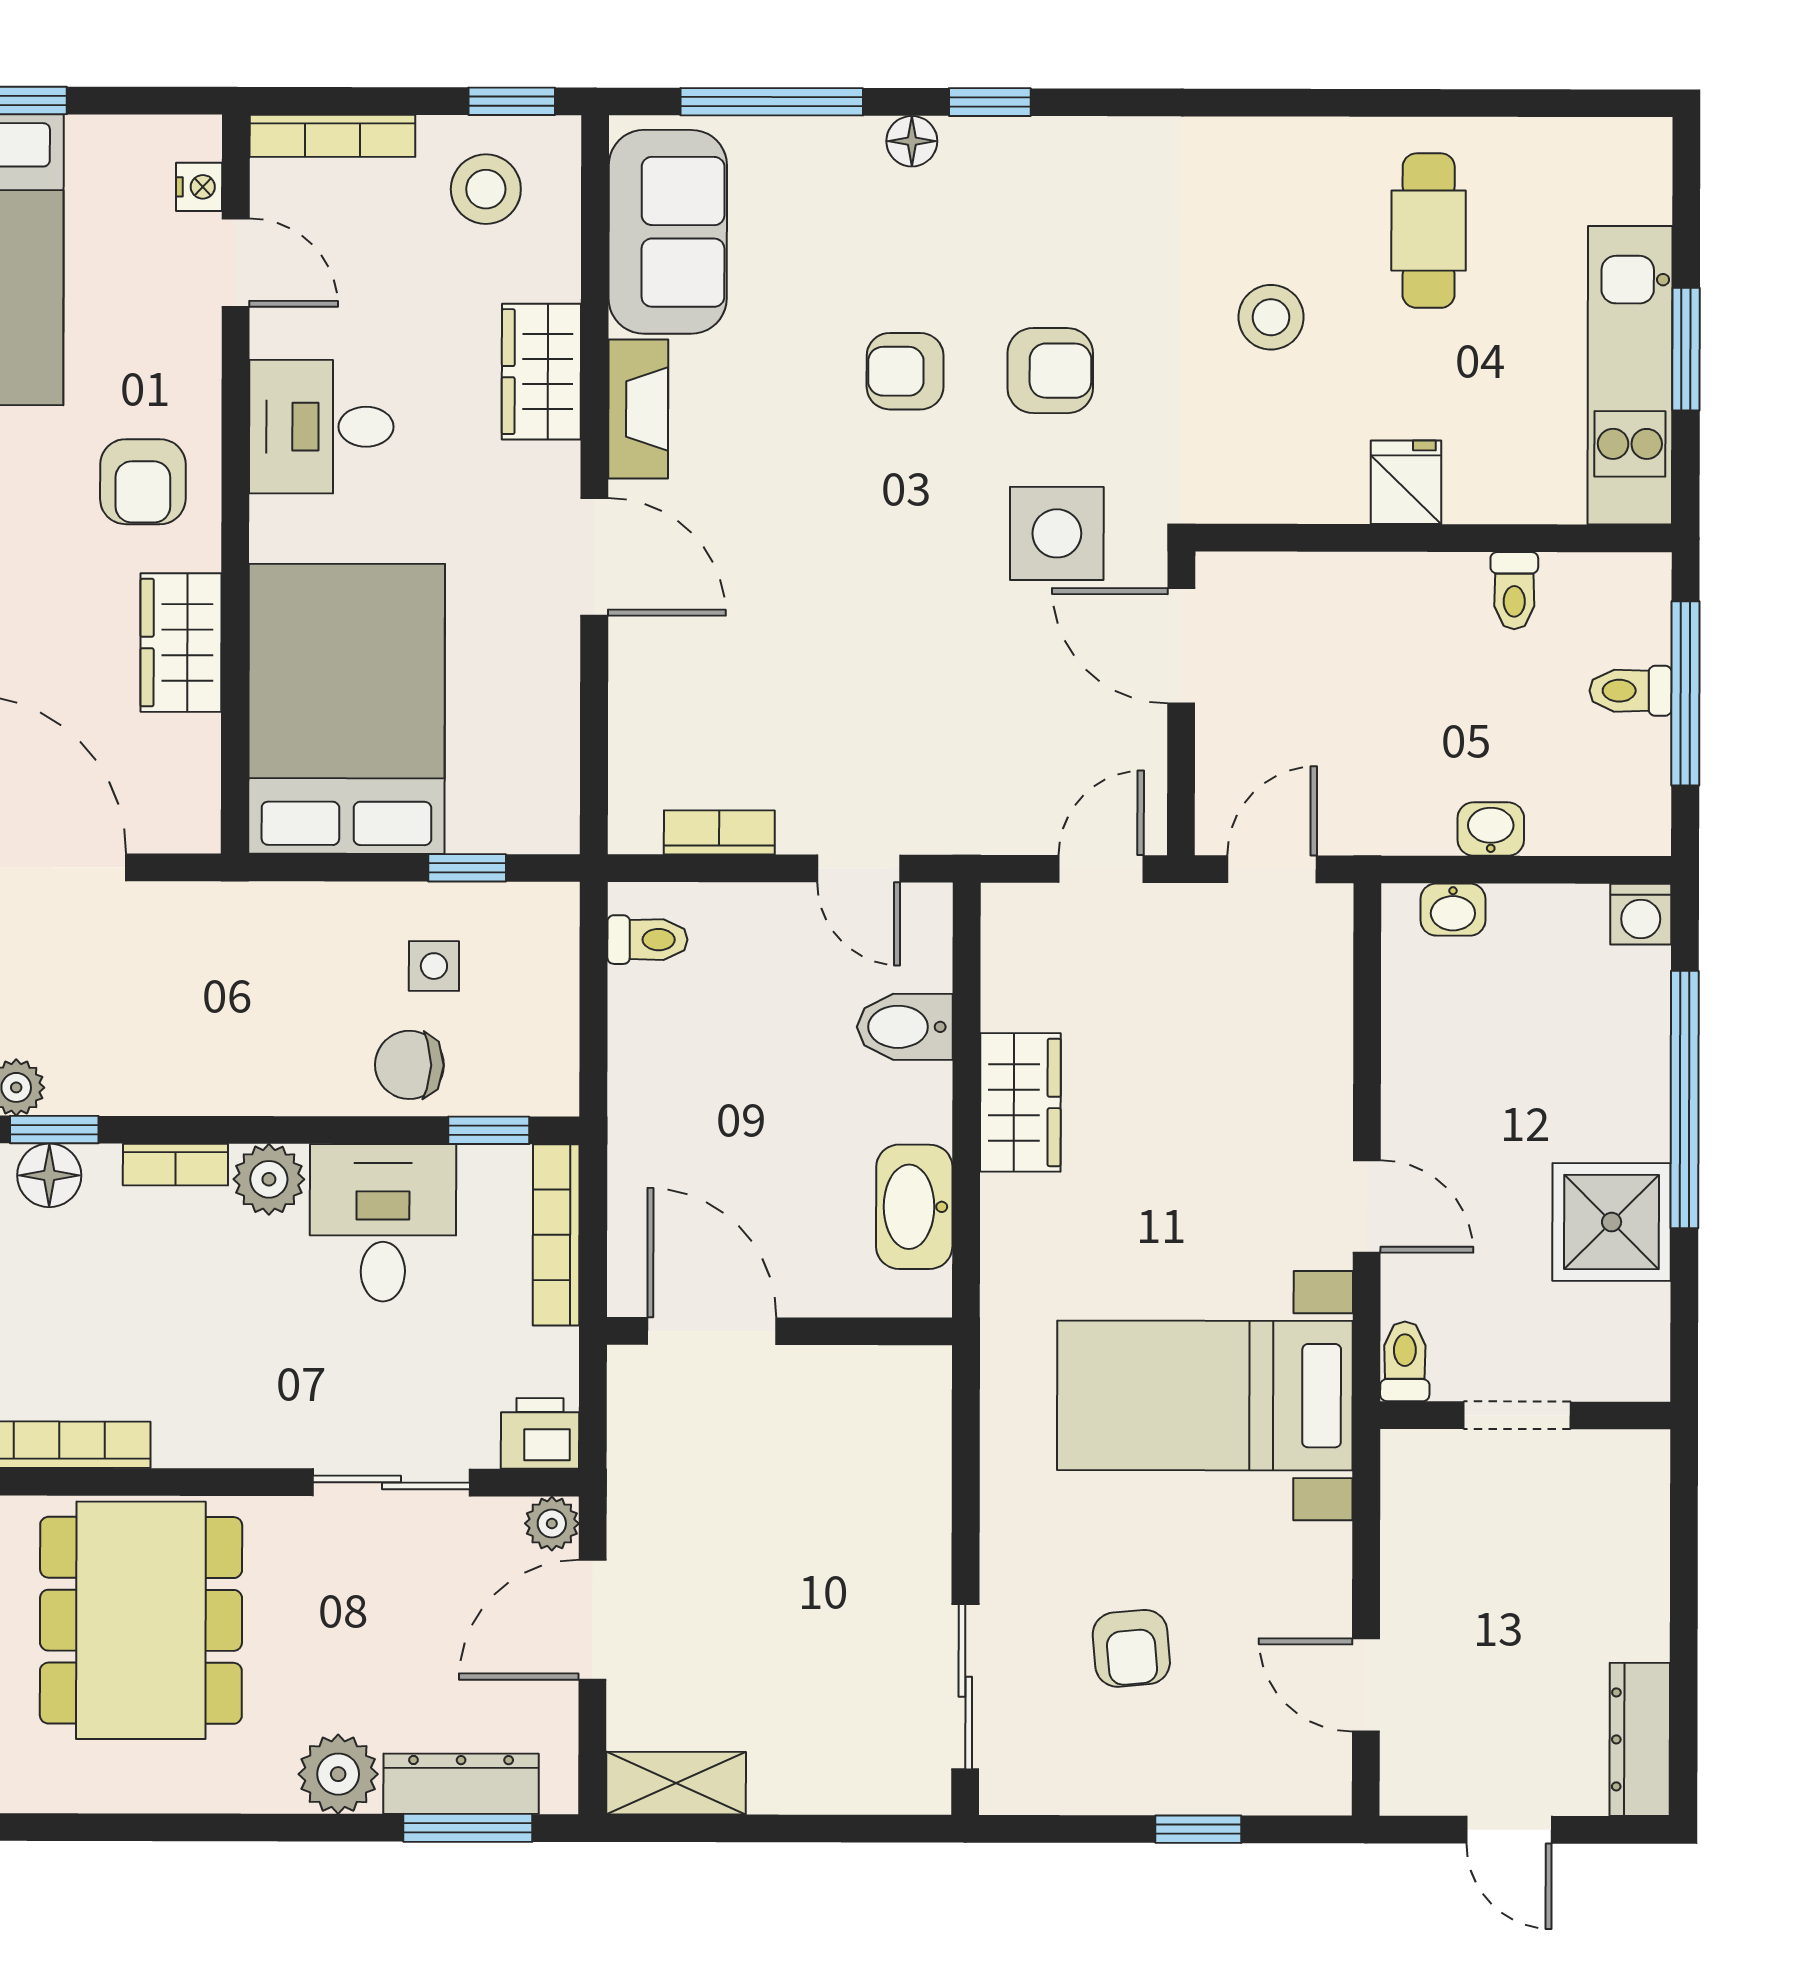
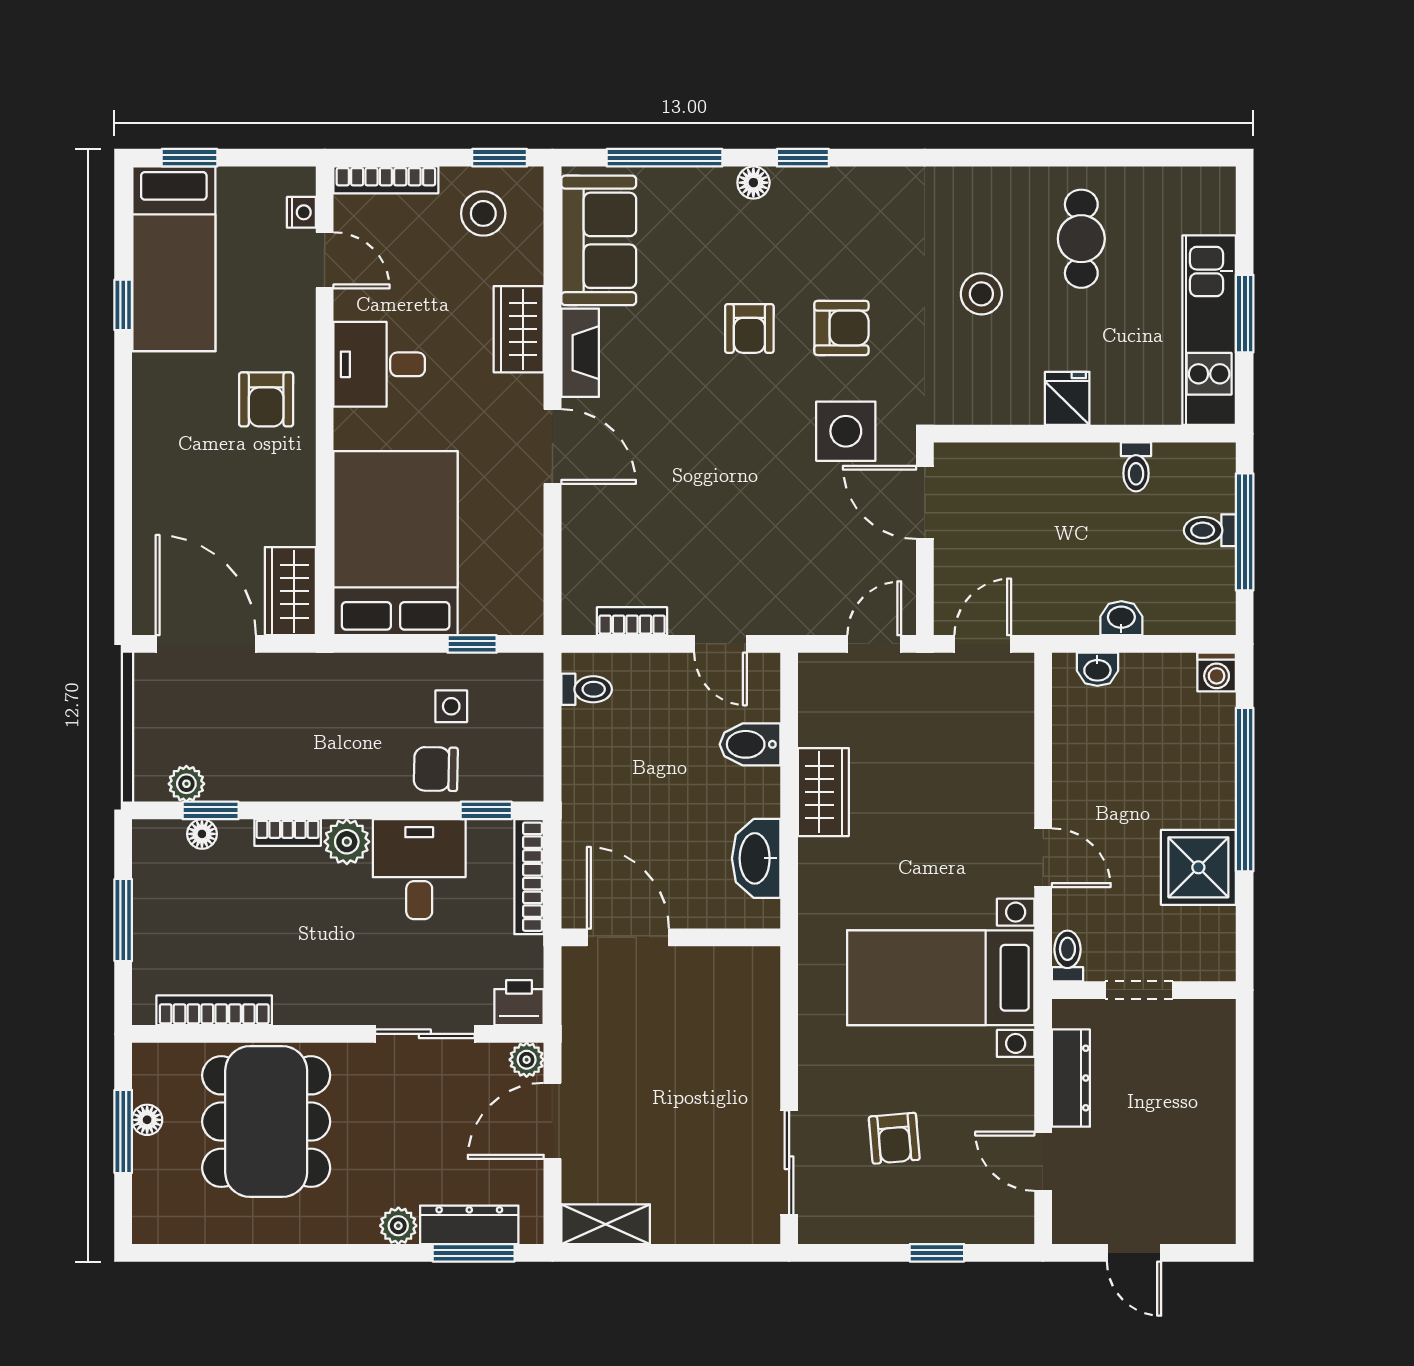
armchair: (905, 371) -> (749, 328), turned -90
wardrobe: (181, 643) -> (290, 591), moved
floor lamp: (49, 1175) -> (202, 834), width x0.73, depth x0.73
dresser: (1640, 1739) -> (1071, 1078), moved, turned 180
plant: (338, 1774) -> (398, 1226), width x0.73, depth x0.73

